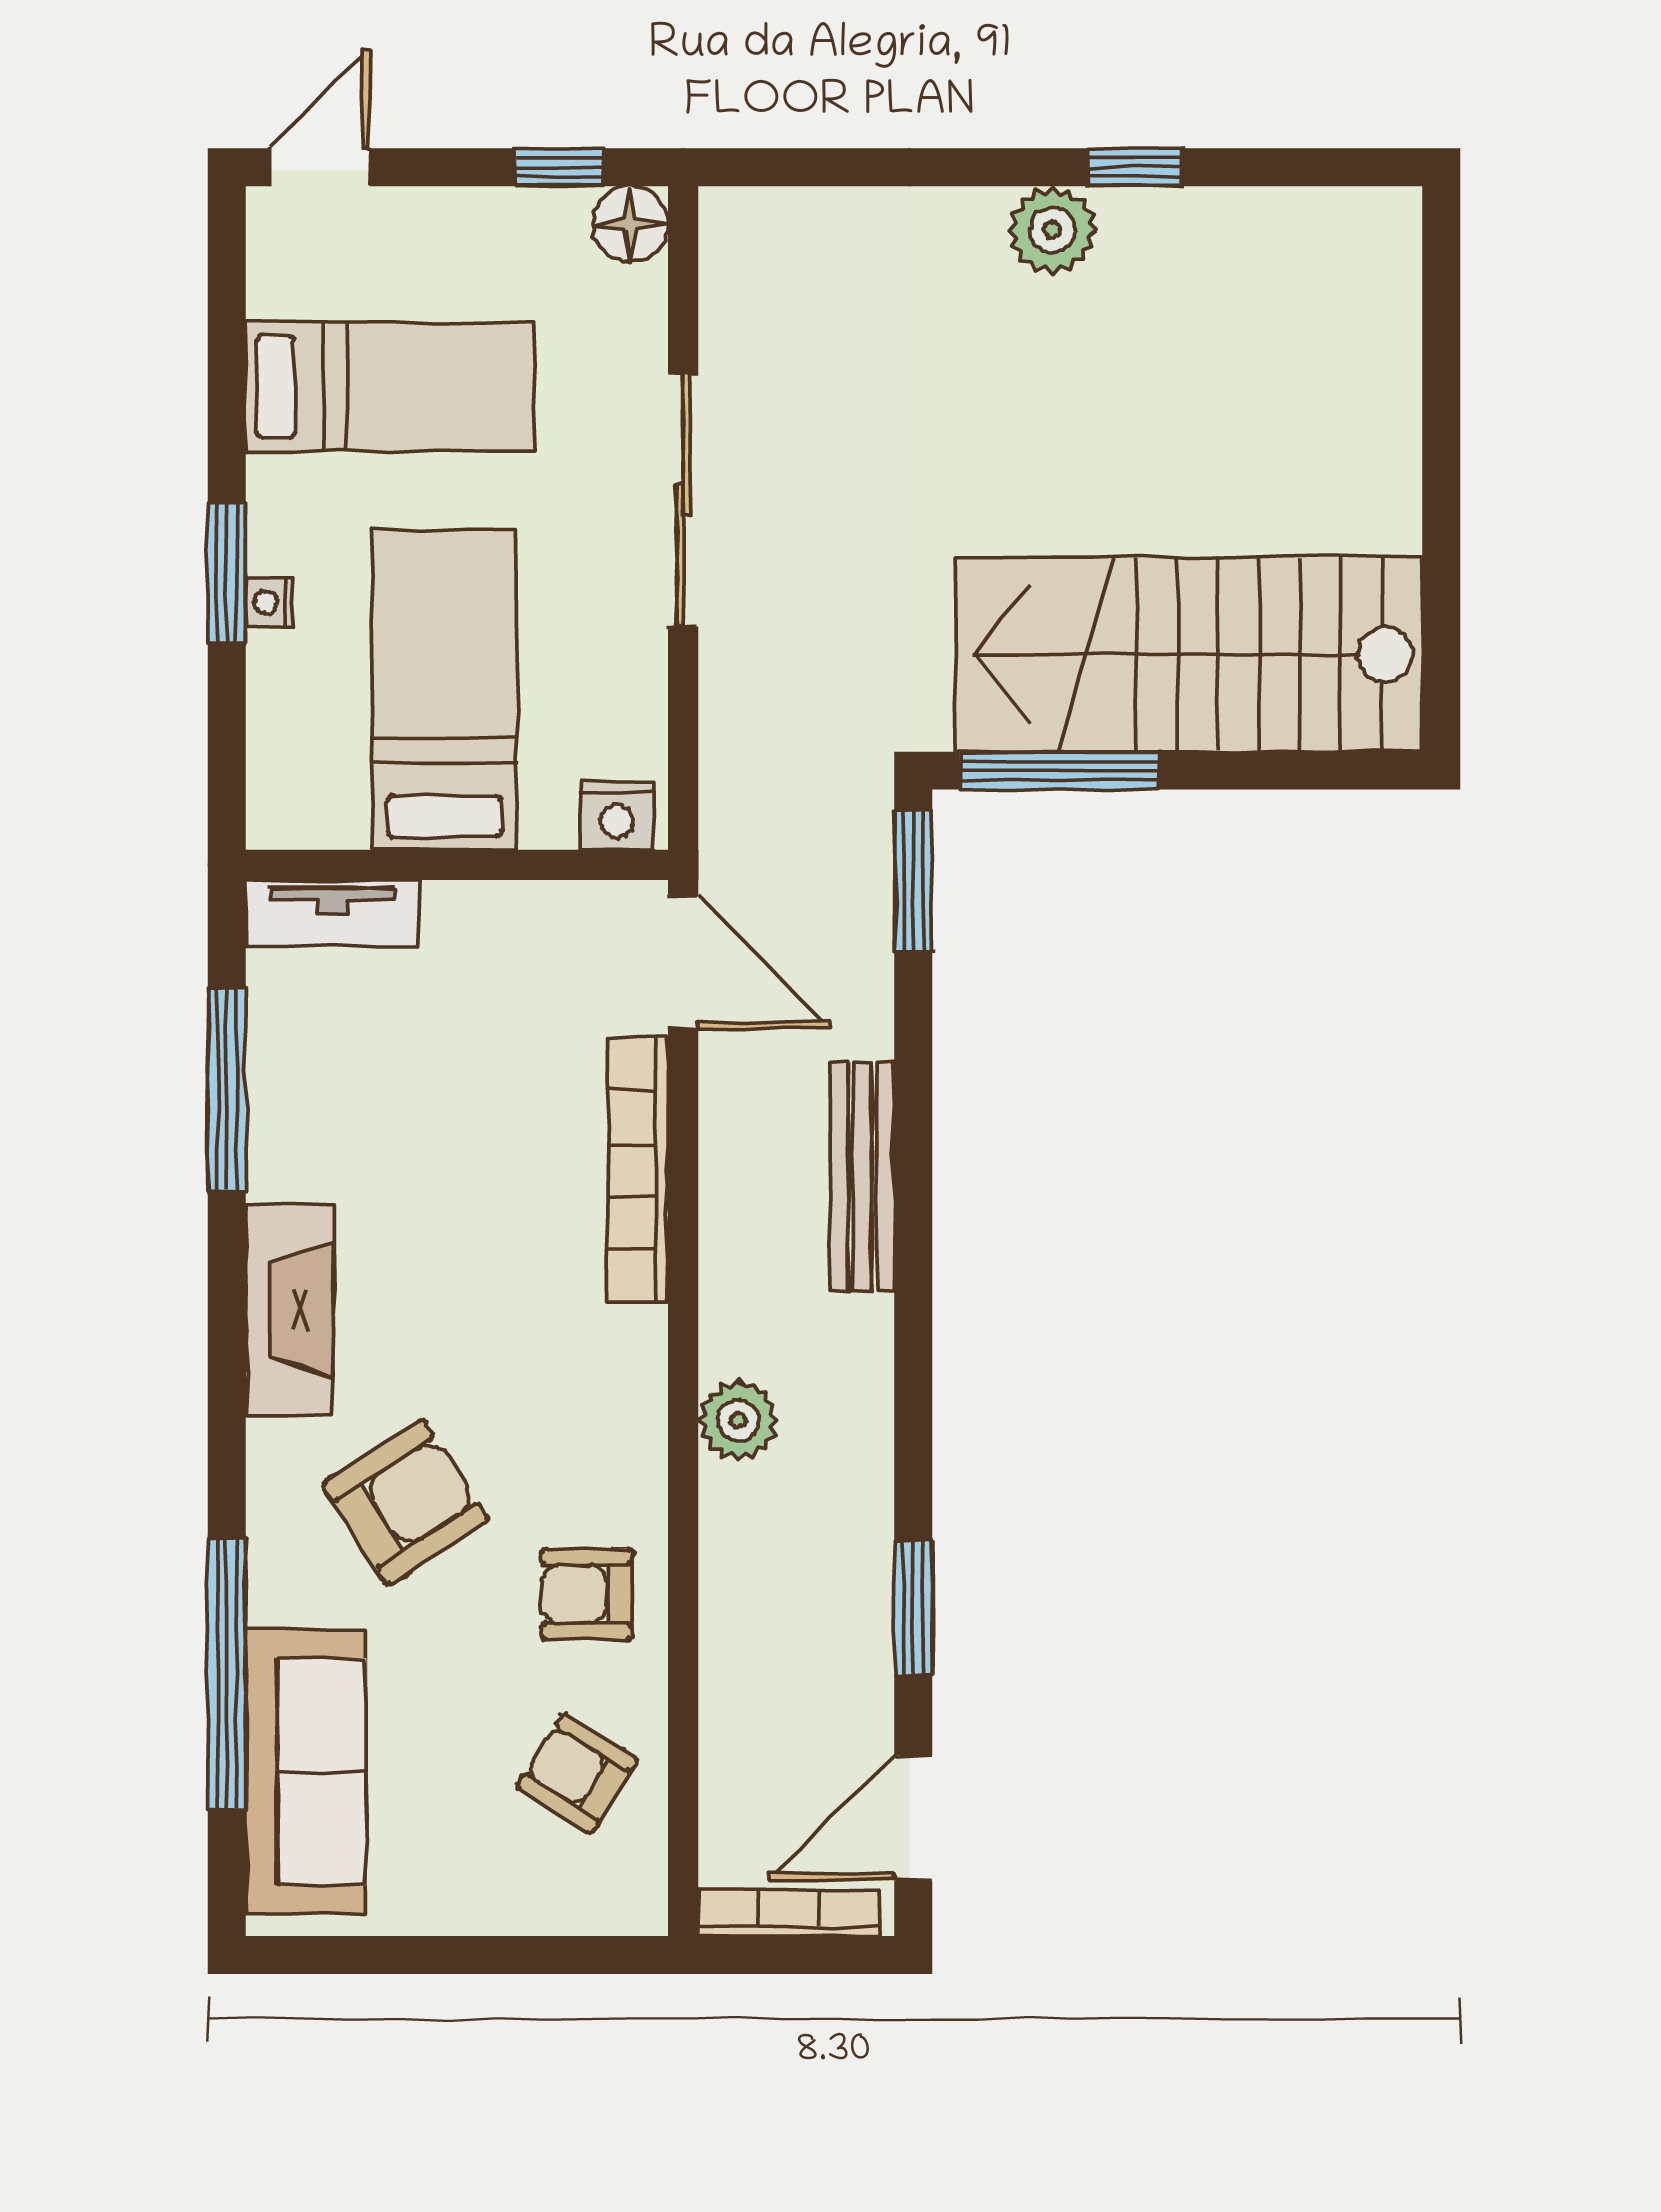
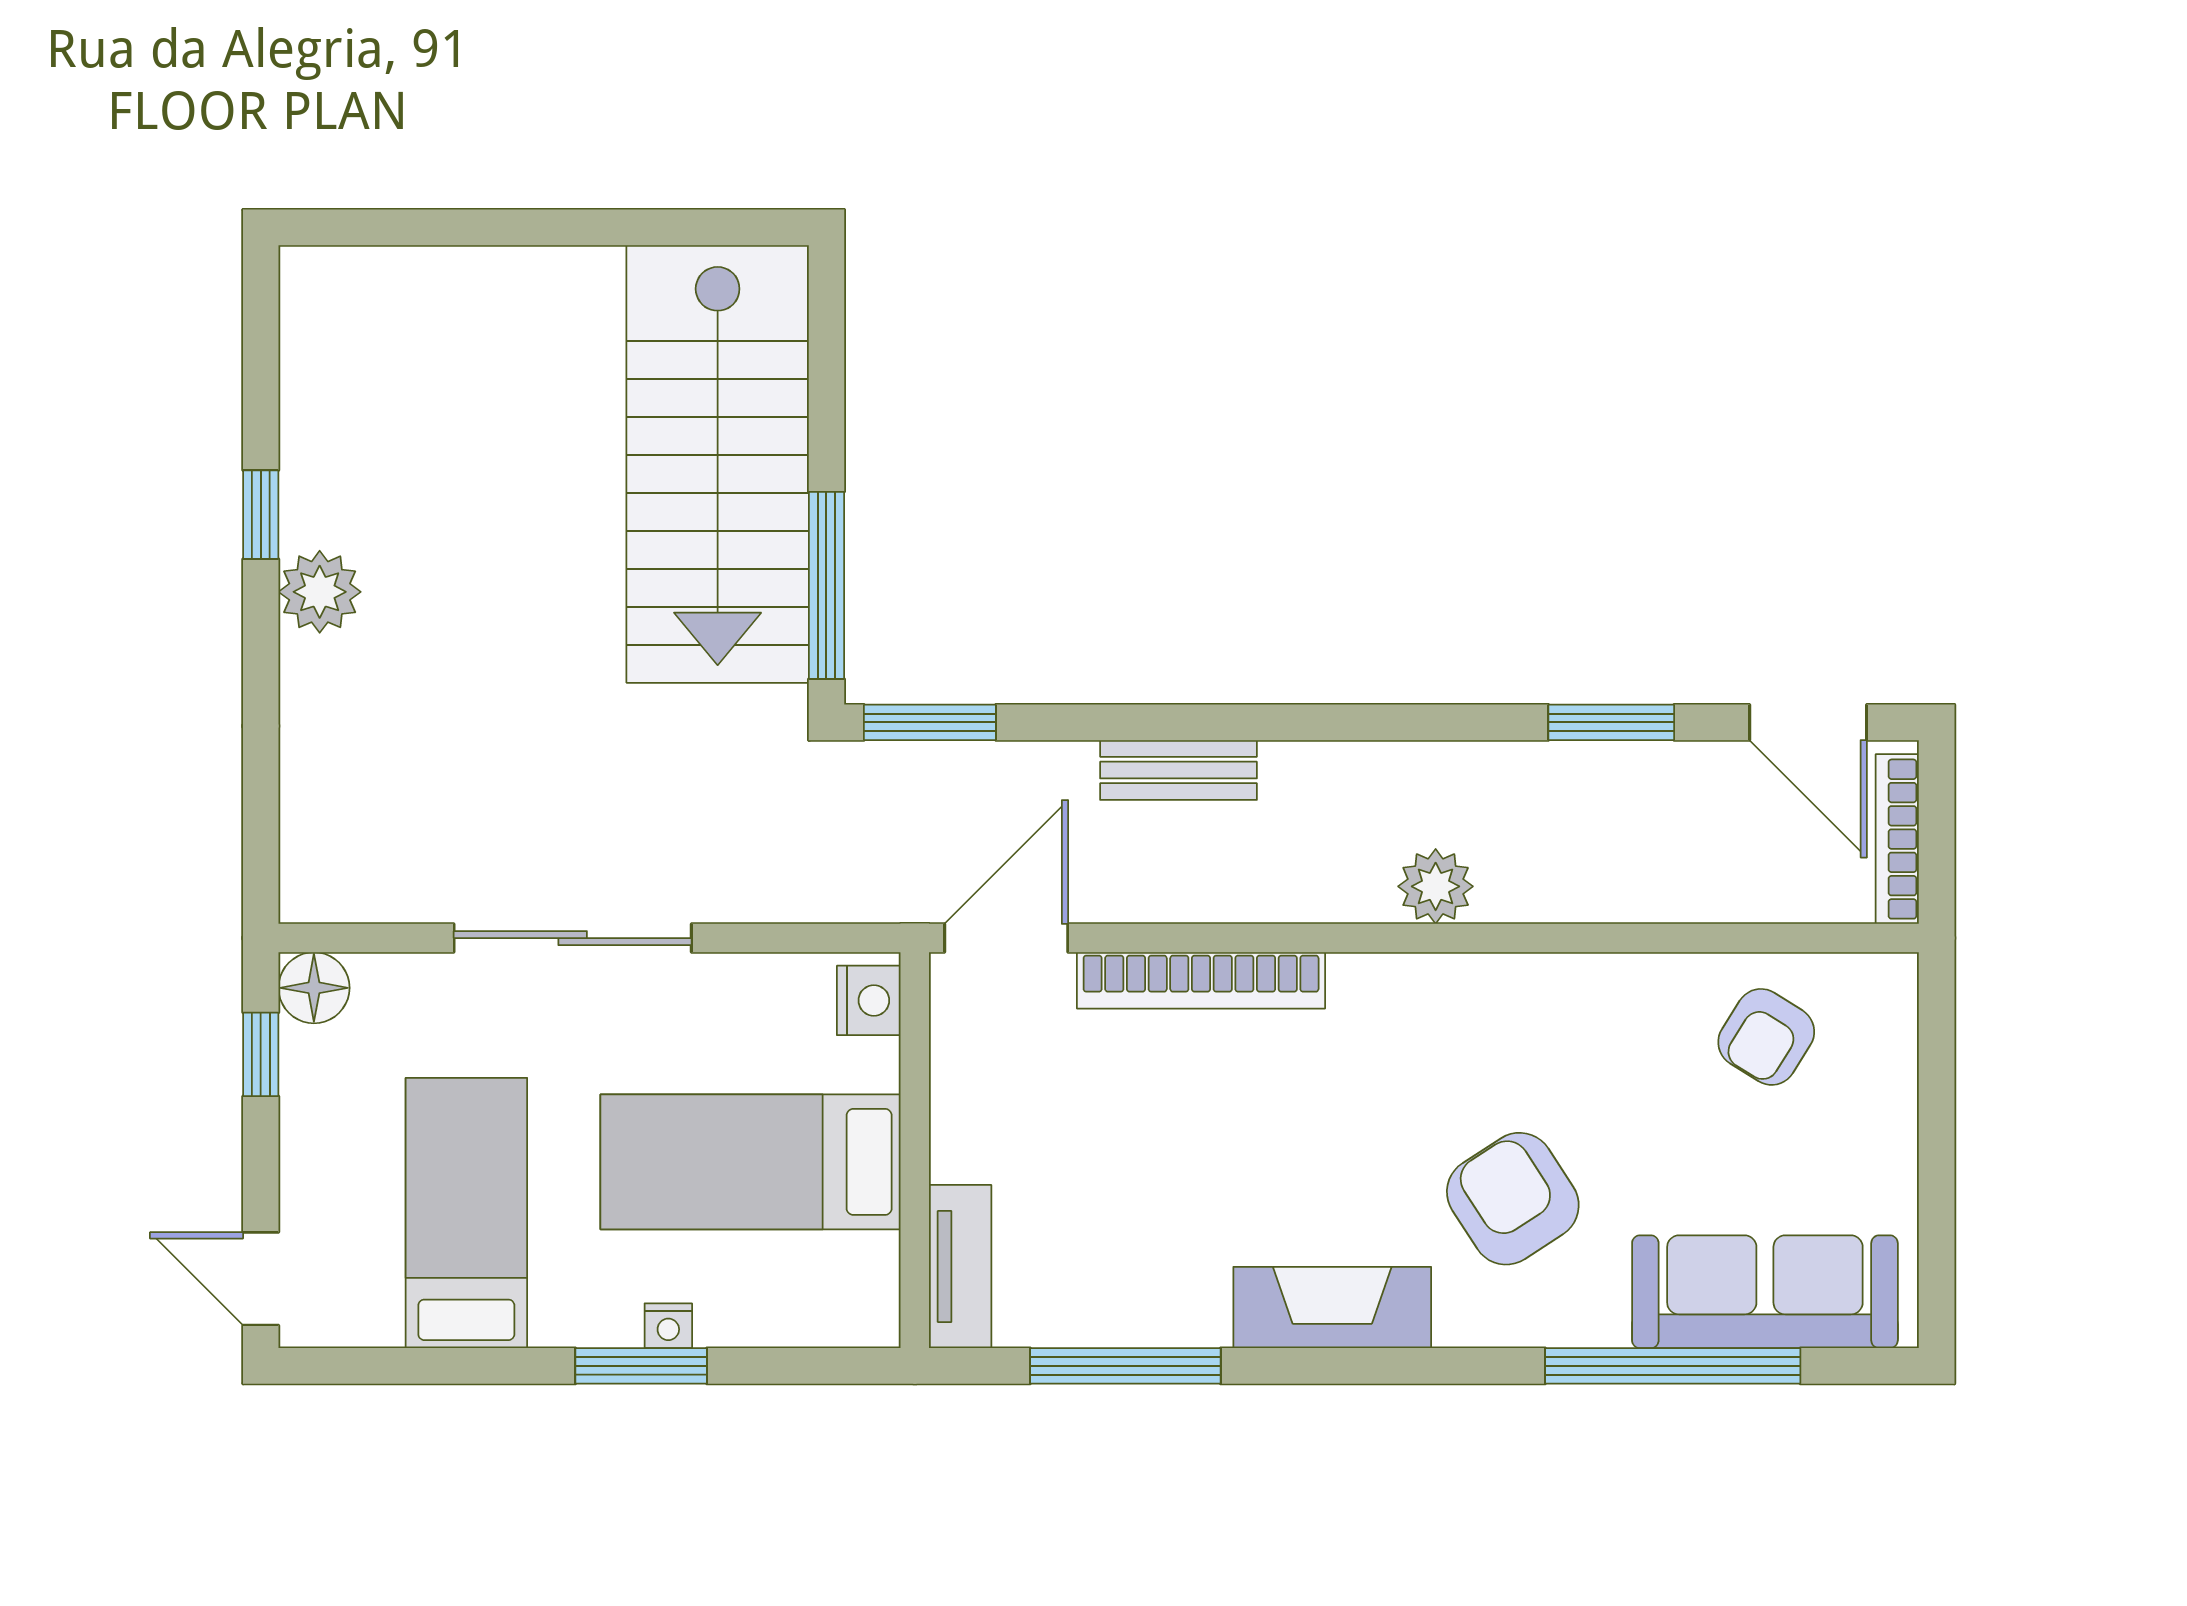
bench: (862, 1177) -> (1178, 770), width x0.73
armchair: (587, 1594) -> (1598, 1028), removed

